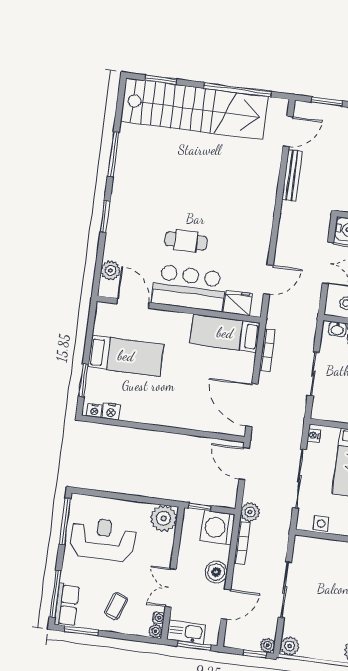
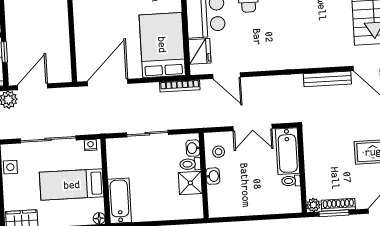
bed: (225, 333) -> (162, 45), width x1.50
bookcase: (267, 350) -> (180, 86), moved
door: (244, 464) -> (33, 87), moved

